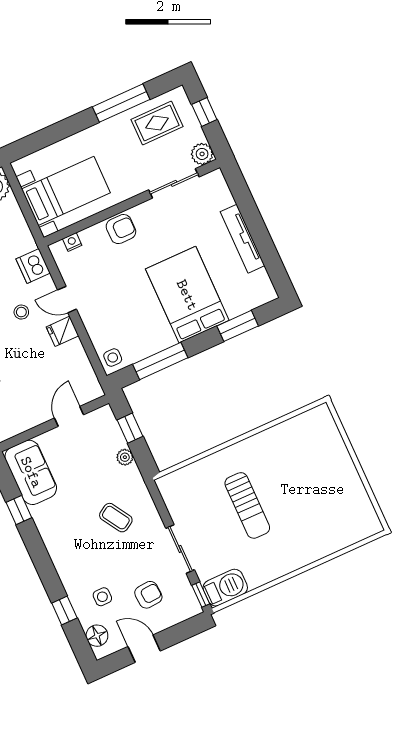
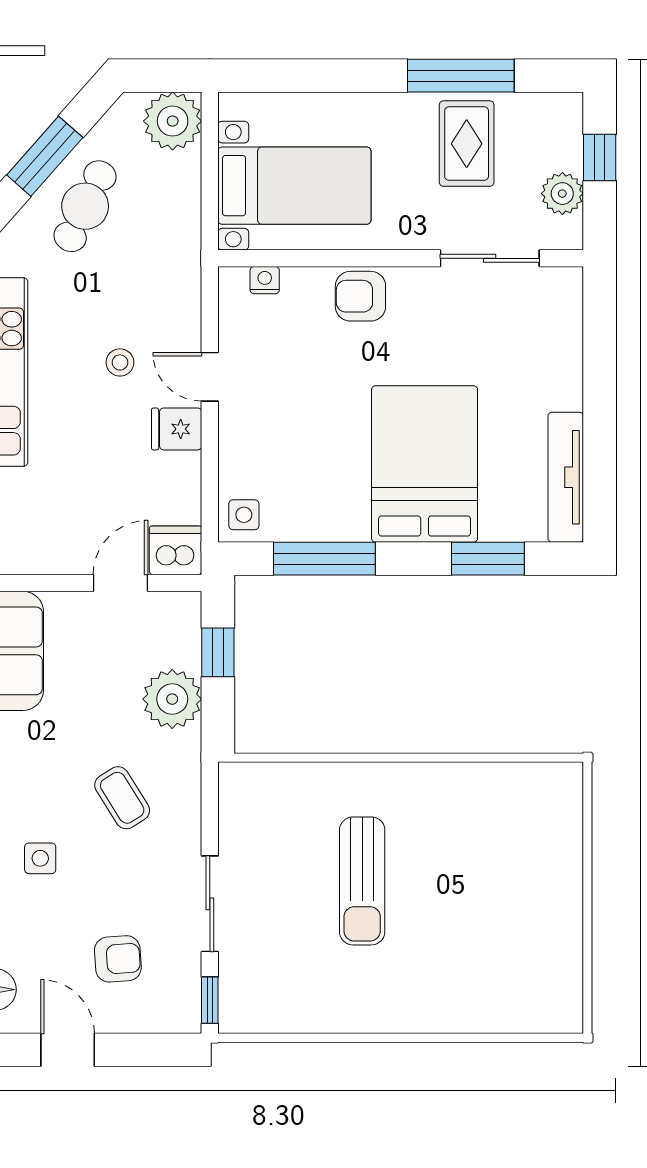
rug: (157, 123) -> (467, 144), moved, turned 90
plant: (202, 154) -> (562, 194), moved
armchair: (121, 229) -> (360, 296), turned 180
tv unit: (242, 239) -> (566, 477), moved
dishwasher: (33, 266) -> (176, 550), moved, turned 90
plant: (125, 457) -> (172, 699), width x1.87, depth x1.87
barbecue: (225, 588) -> (258, 1007), removed
side table: (102, 597) -> (40, 858), moved

